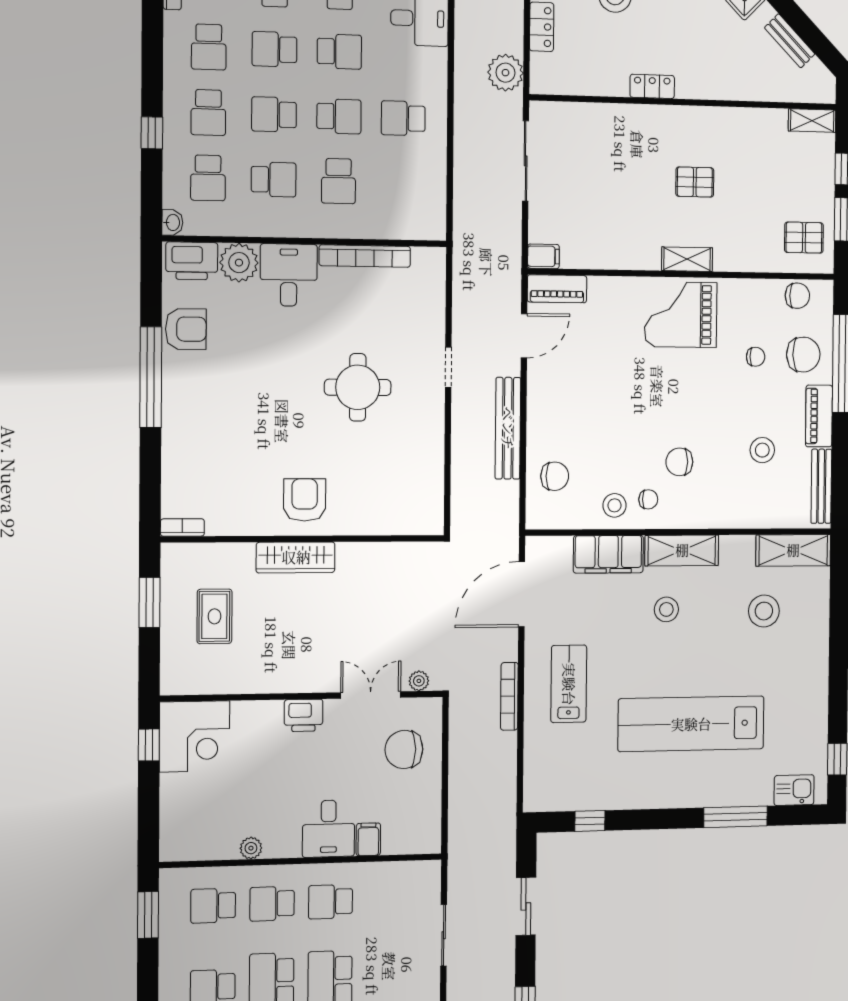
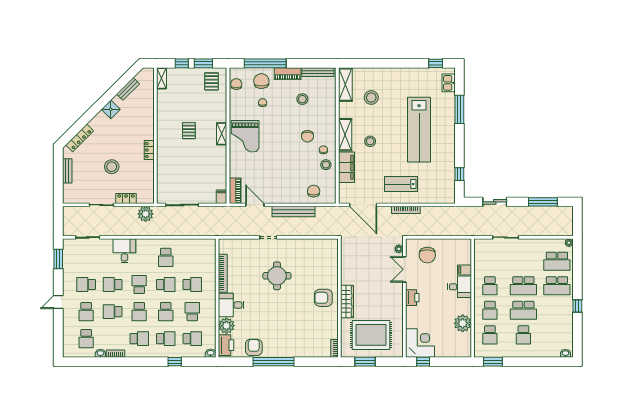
school desk: (339, 116) -> (166, 284), turned 90
rug: (214, 616) -> (371, 335), width x1.86, depth x2.06
plant: (251, 848) -> (463, 323), width x1.88, depth x1.88

